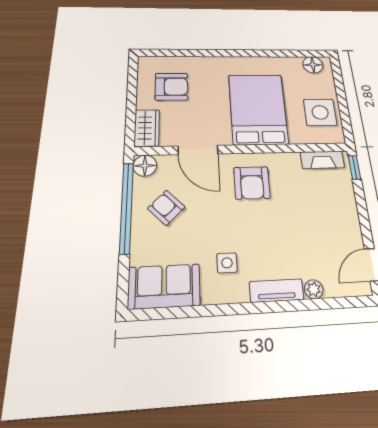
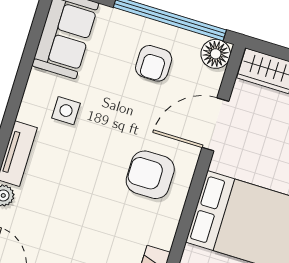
armchair: (166, 208) -> (154, 63), turned 135

